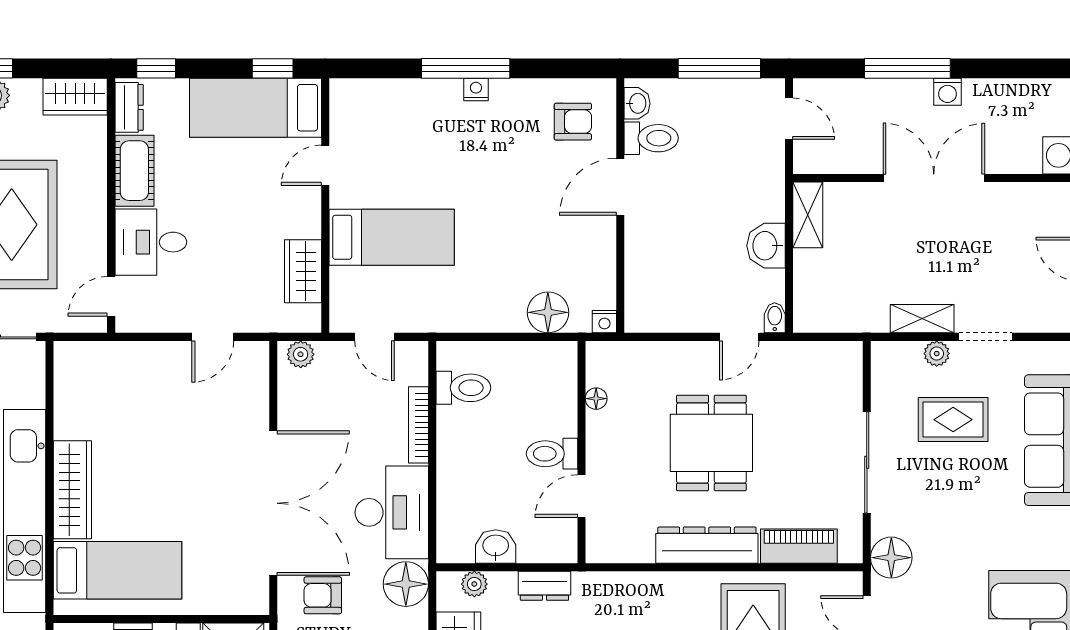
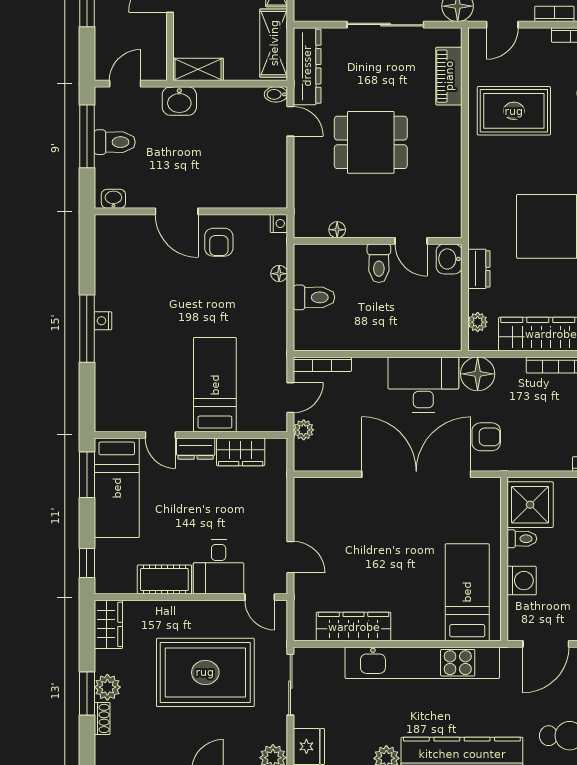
window: (273, 68) -> (87, 475), width x1.50
dresser: (129, 107) -> (196, 449), moved, turned 180
armchair: (573, 122) -> (219, 242), moved, turned 180
toilet: (651, 138) -> (115, 142), moved, turned 90
washbasin: (766, 246) -> (179, 101), moved
floor lamp: (548, 312) -> (279, 274), width x0.53, depth x0.53
shelving: (843, 315) -> (274, 43), added
door: (213, 337) -> (290, 557), moved
plant: (301, 354) -> (304, 430), moved
toilet: (463, 388) -> (314, 297), moved, turned 90
bookcase: (419, 425) -> (322, 364), moved
wardrobe: (72, 490) -> (354, 627), moved
dresser: (707, 545) -> (307, 66), moved, turned 180
washbasin: (496, 546) -> (449, 259), moved
armchair: (323, 595) -> (486, 437), turned -90

